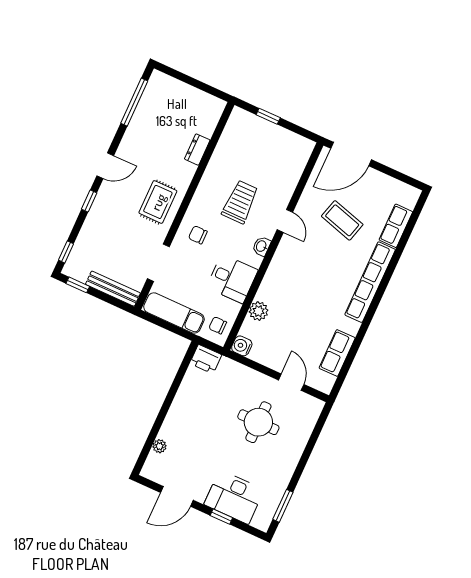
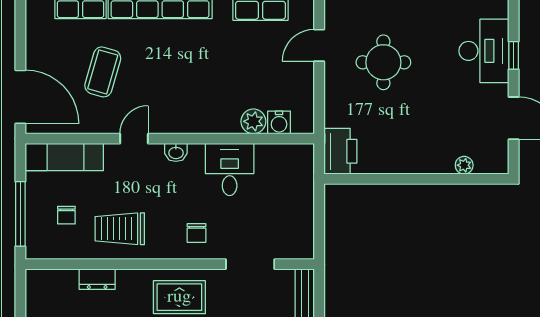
window: (268, 116) -> (20, 214), width x2.17
trolley: (240, 202) -> (120, 229), moved
exam couch: (174, 313) -> (64, 157), moved, turned -90
chair: (218, 325) -> (66, 215), moved
water cooler: (242, 346) -> (279, 122), moved
printer: (206, 359) -> (340, 151), width x1.37, depth x1.19

